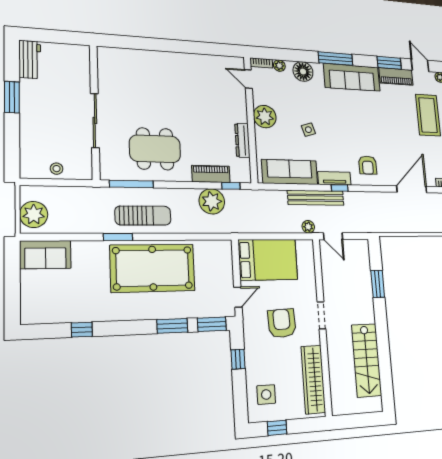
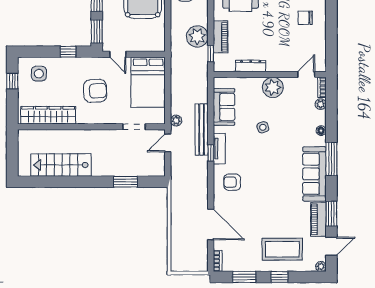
floor lamp: (303, 72) -> (321, 131), width x0.53, depth x0.53
chair: (184, 76) -> (305, 18), added
sofa: (290, 172) -> (224, 107), width x0.73
doorway: (322, 315) -> (134, 127), moved

